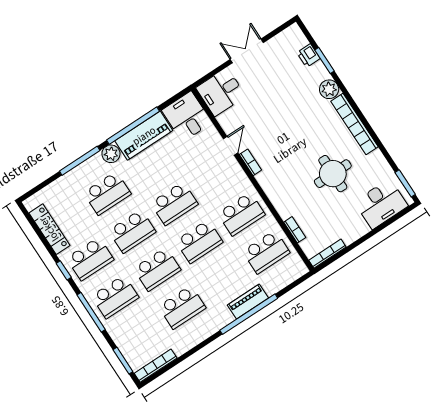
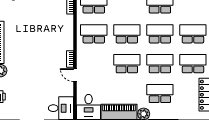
door: (231, 146) -> (75, 75), hinge flipped
round table: (333, 174) -> (29, 23), removed

